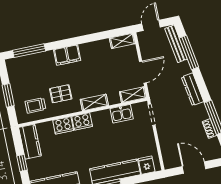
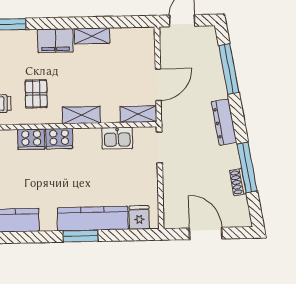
shelving: (122, 41) -> (92, 36), moved
bench: (176, 44) -> (213, 53), removed
pallet: (61, 94) -> (36, 94), turned 90

